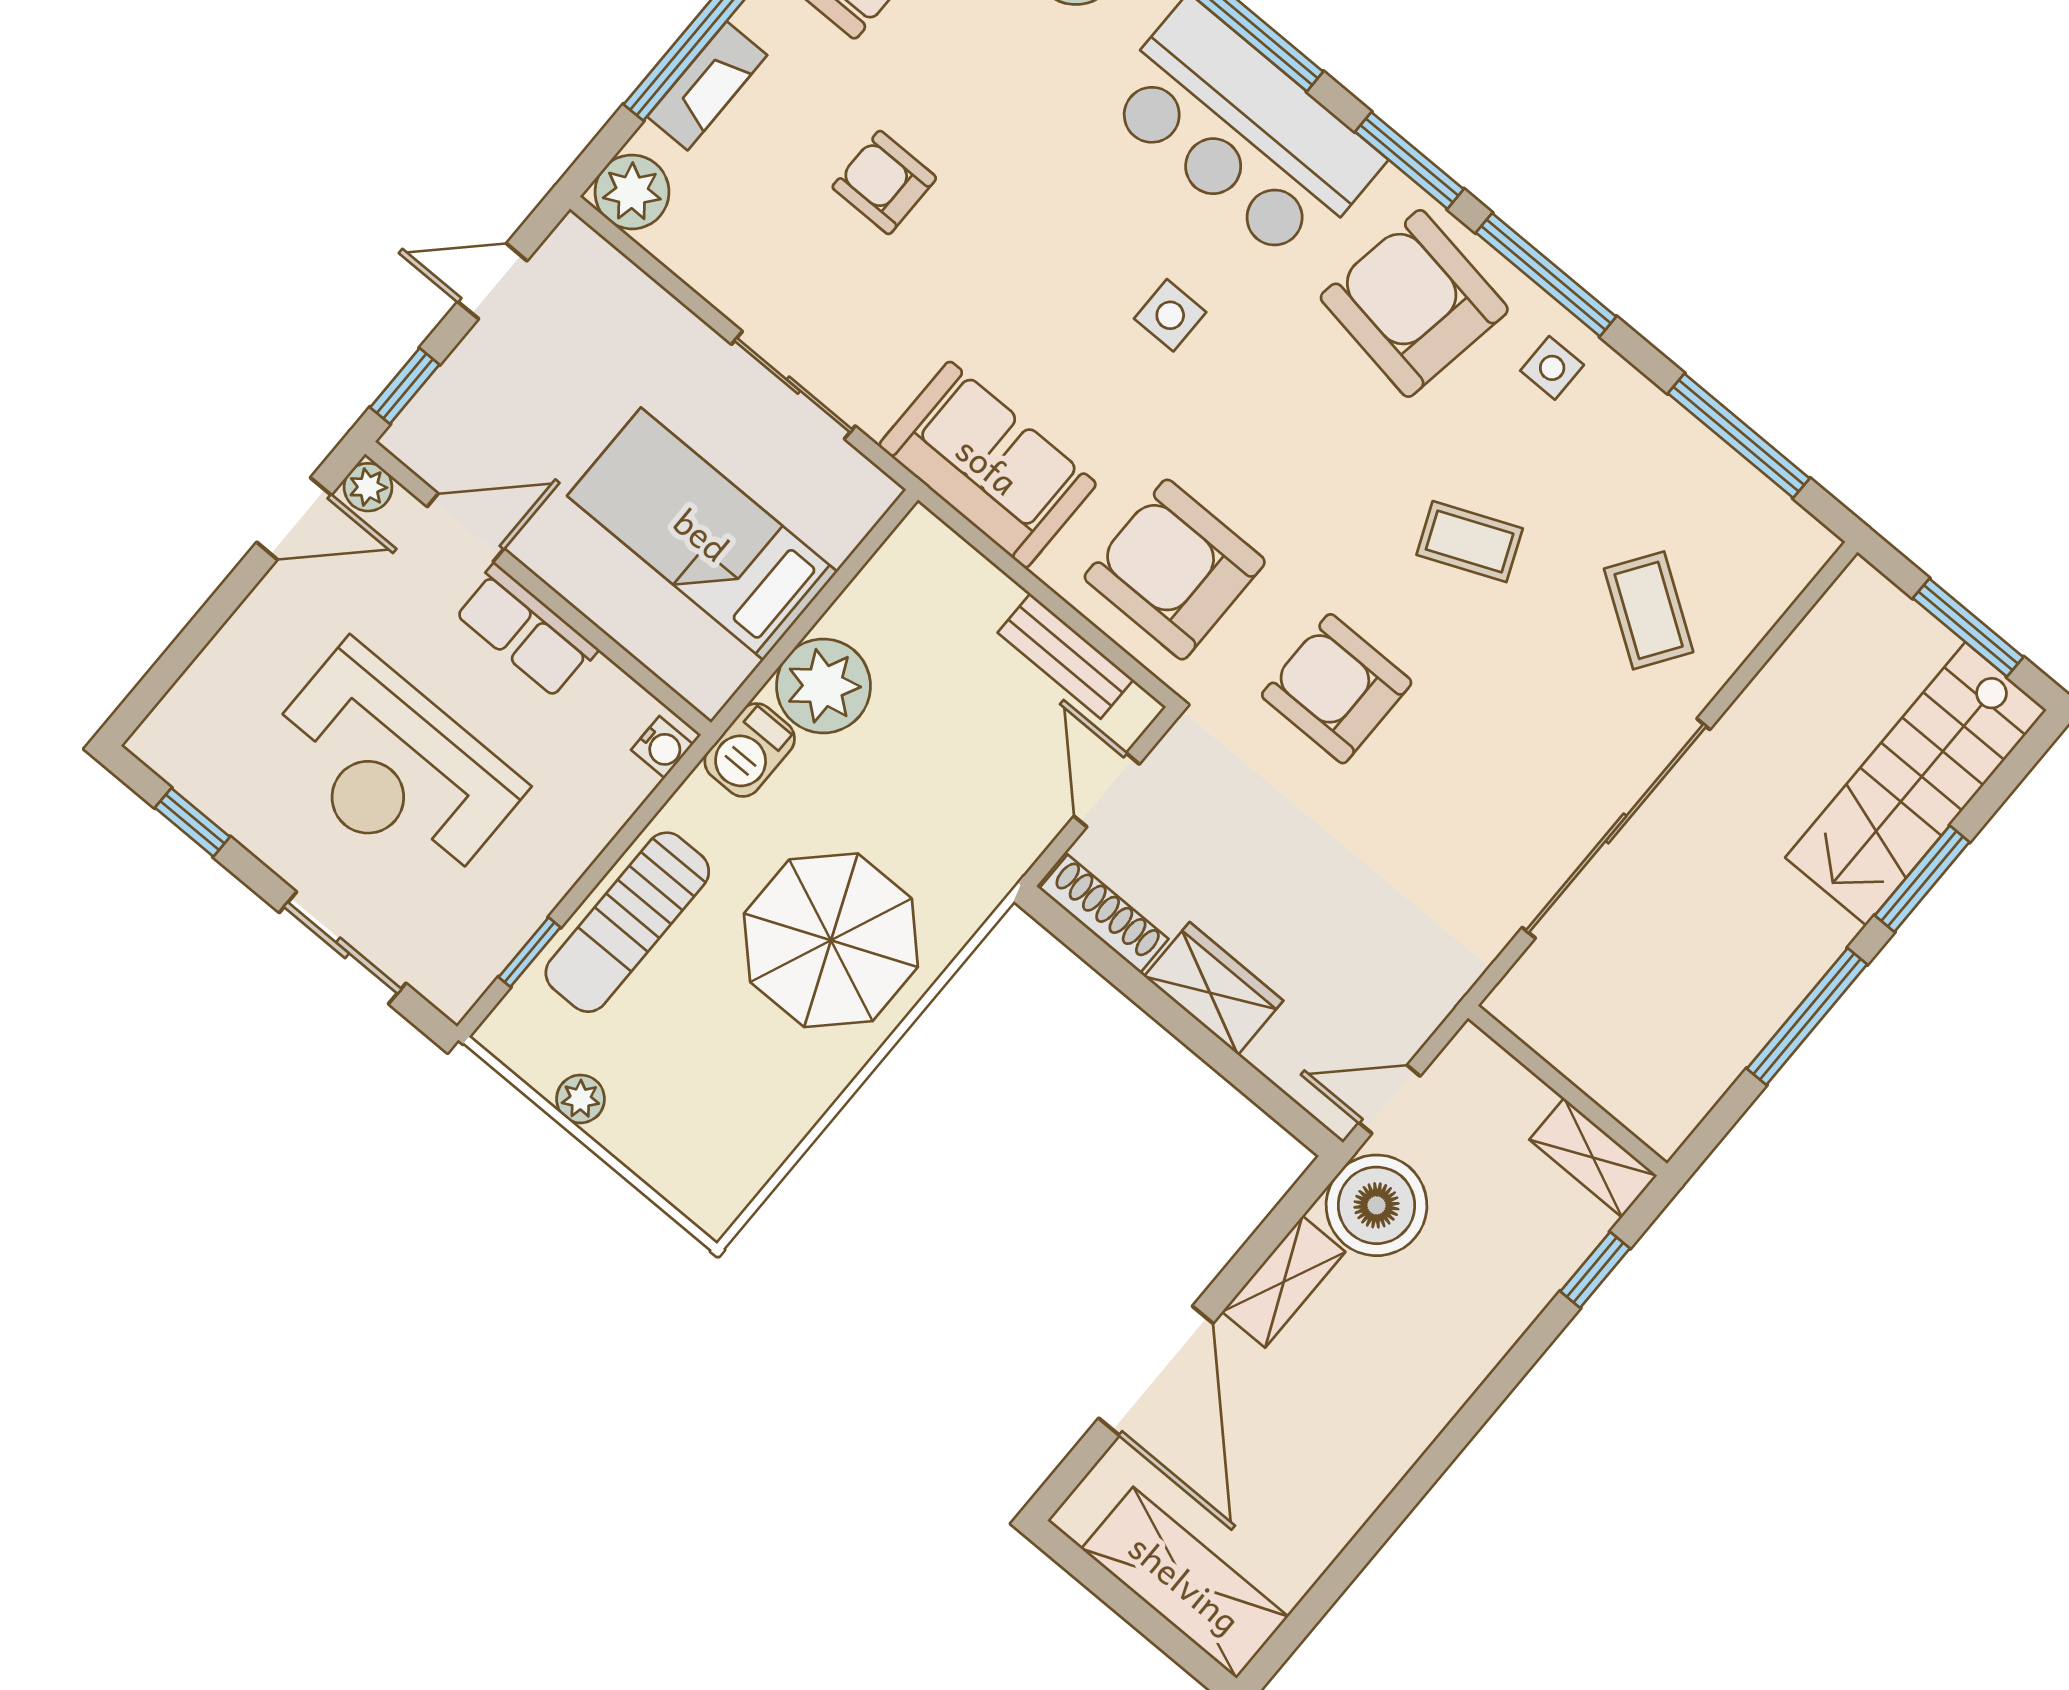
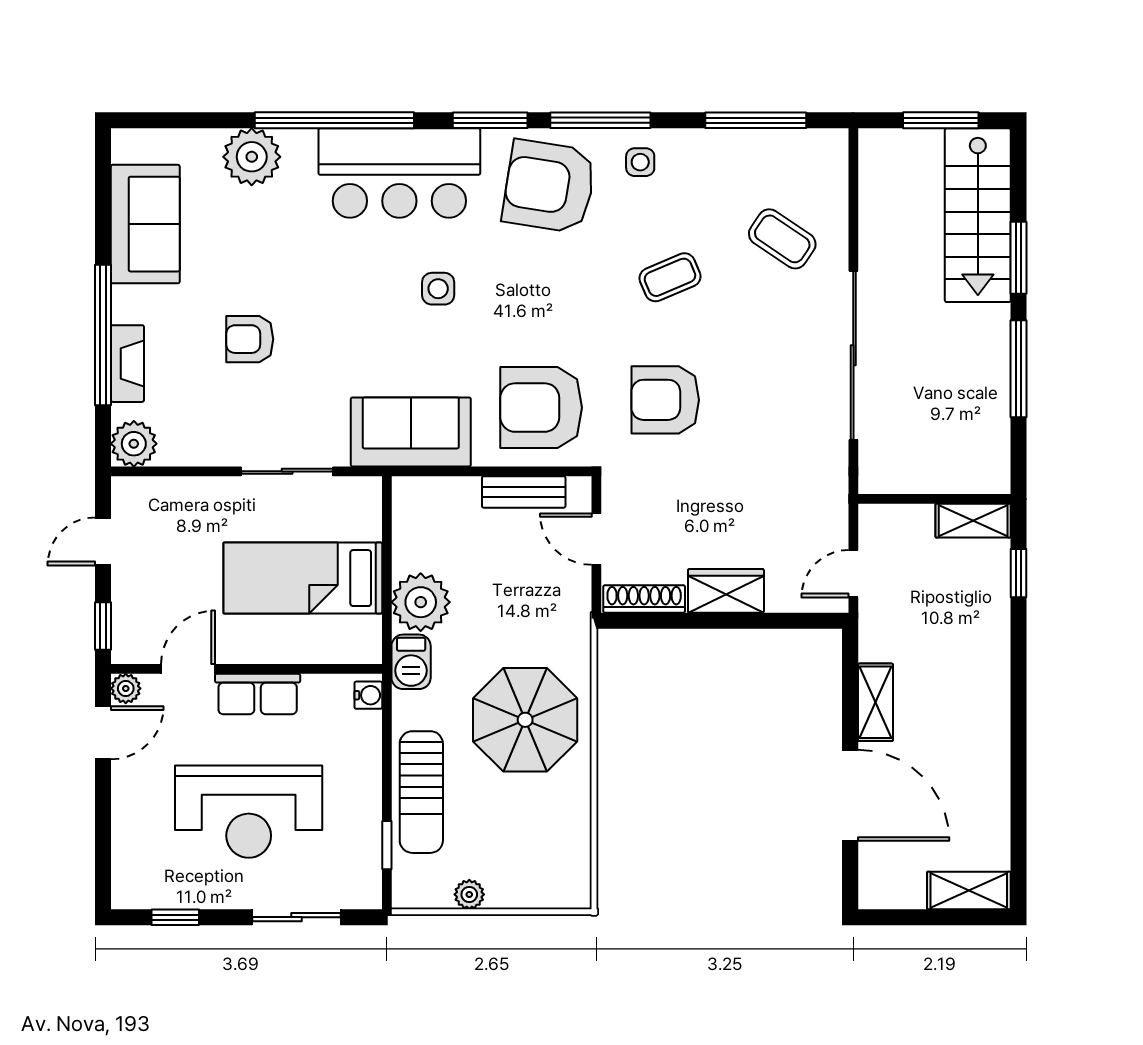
boiler: (1377, 1205) -> (889, 629), removed
shelving: (1185, 1583) -> (969, 890), width x0.67, depth x0.75

